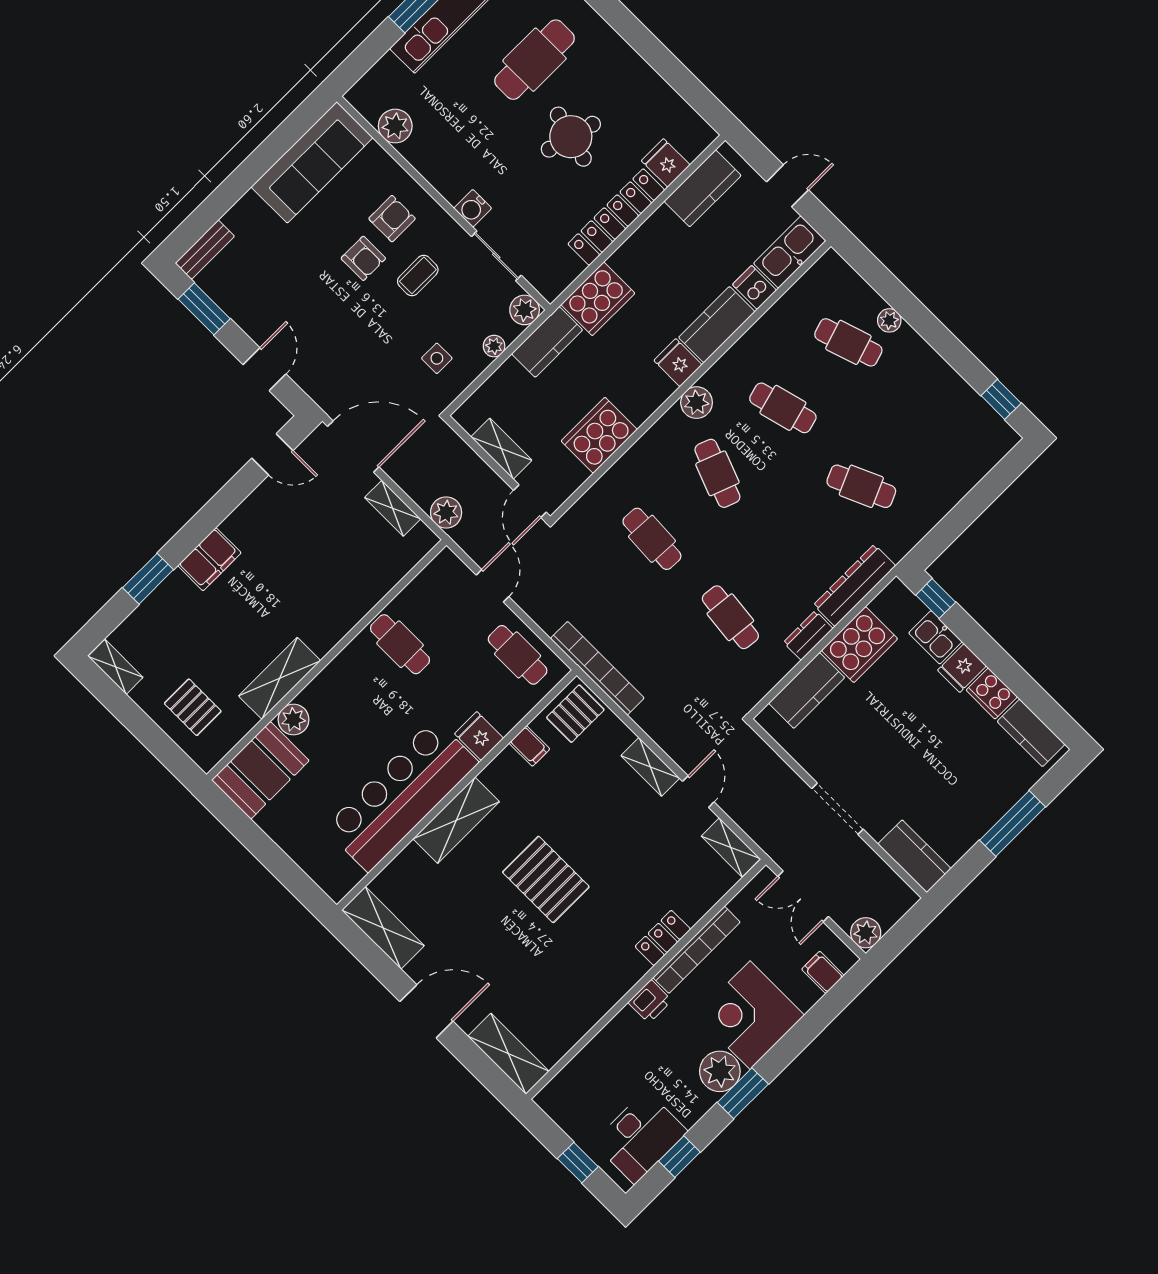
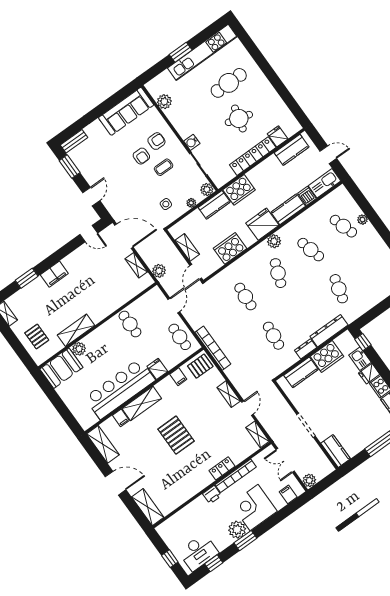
fridge: (678, 363) -> (262, 224), width x1.88, depth x1.34
cafe table: (861, 486) -> (339, 289), turned 39
filing cabinet: (414, 861) -> (121, 418), added

